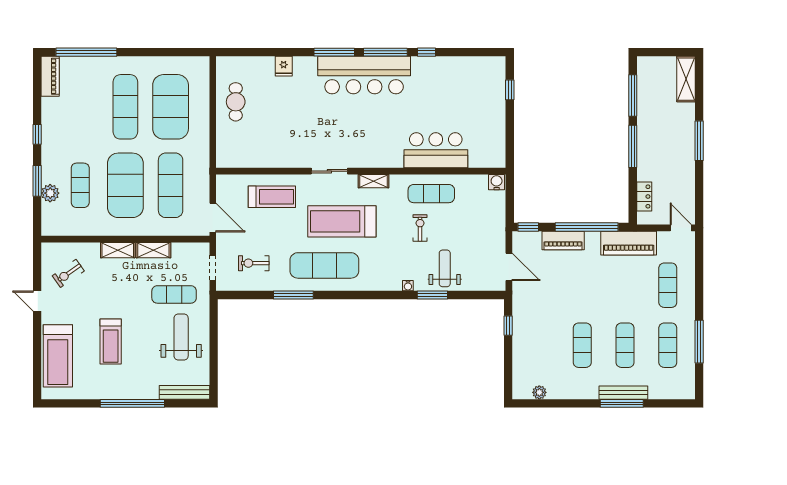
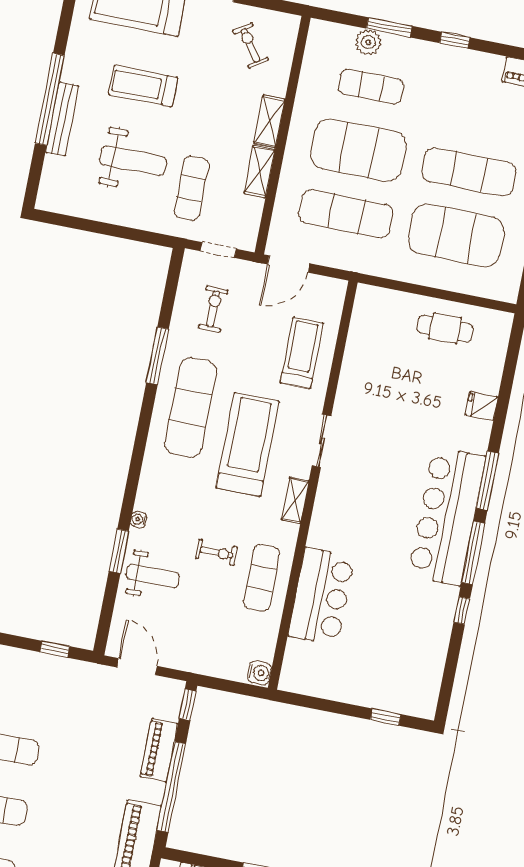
treadmill: (272, 197) -> (302, 353), turned 180
door: (509, 267) -> (137, 667), swing flipped
weight bench: (181, 337) -> (133, 161), moved
bench: (184, 392) -> (62, 119), moved

